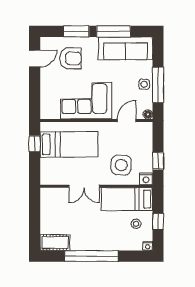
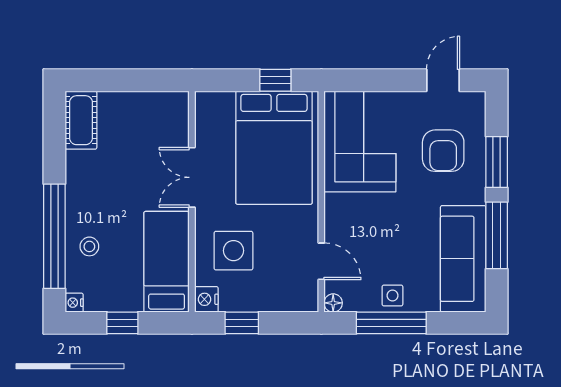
door: (35, 59) -> (443, 80), swing flipped
corner sofa: (86, 101) -> (360, 141), moved
bed: (69, 144) -> (274, 148), width x1.50
stool: (136, 224) -> (89, 246), moved
window: (91, 256) -> (54, 236), moved

